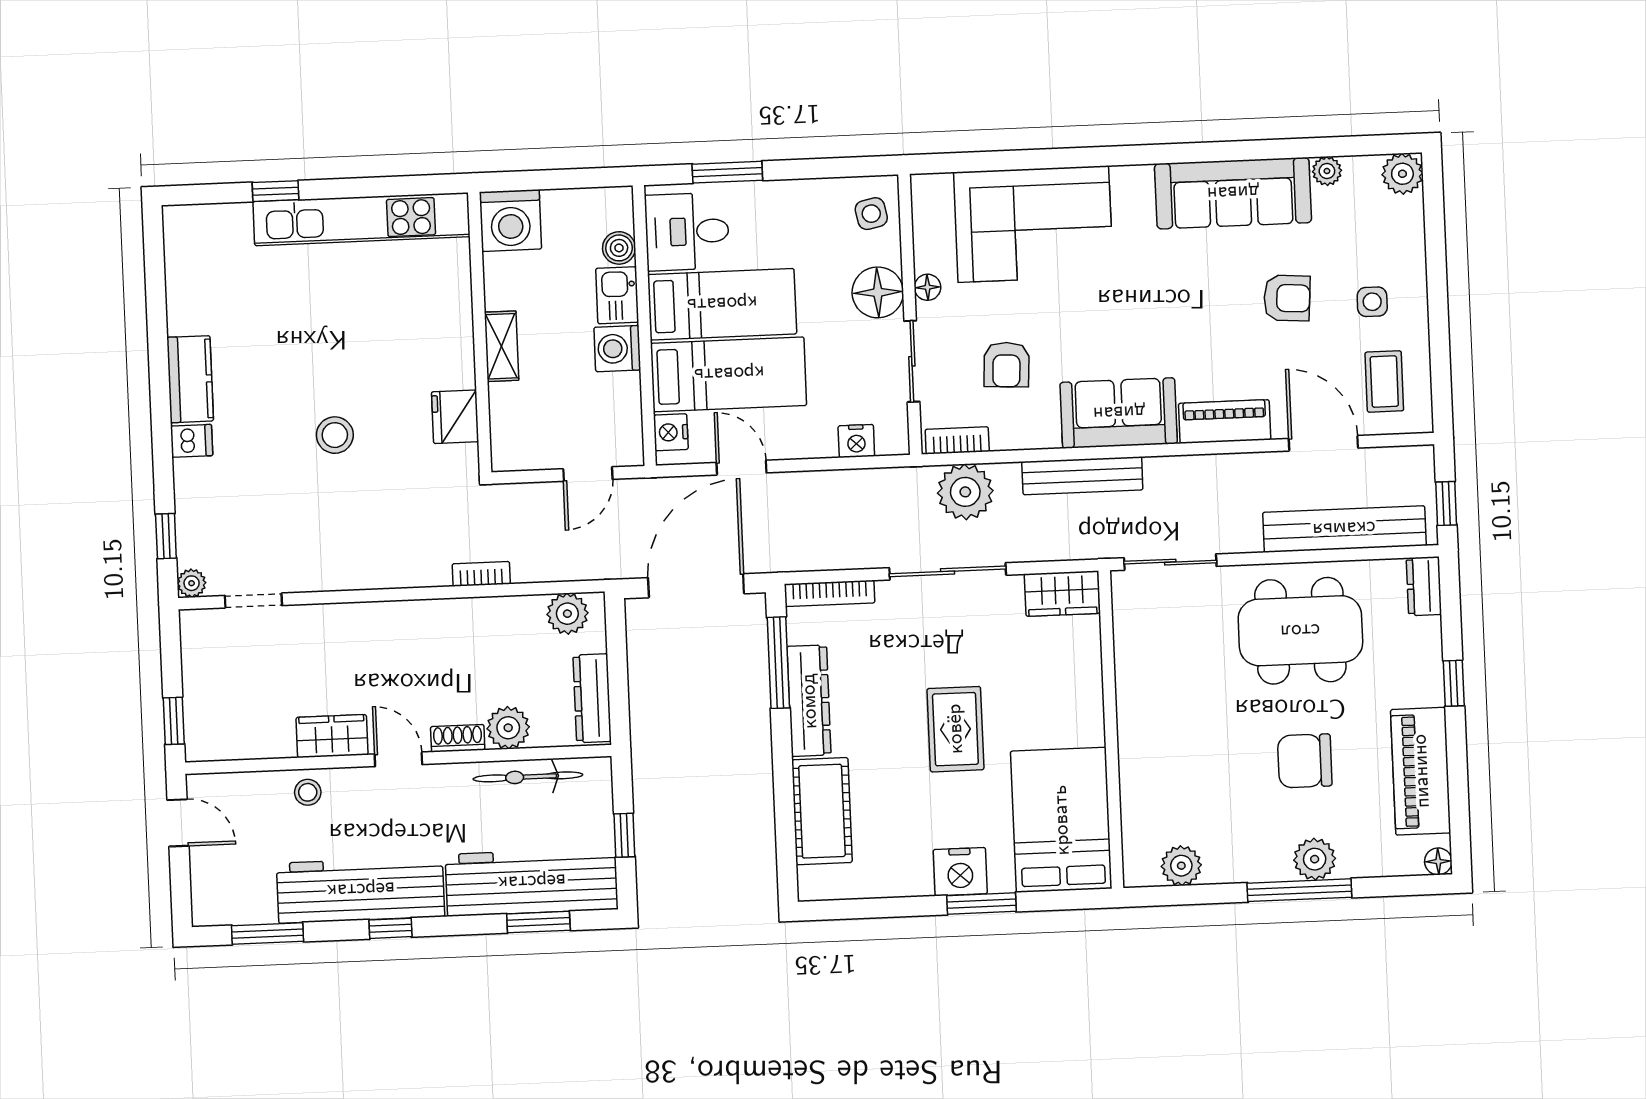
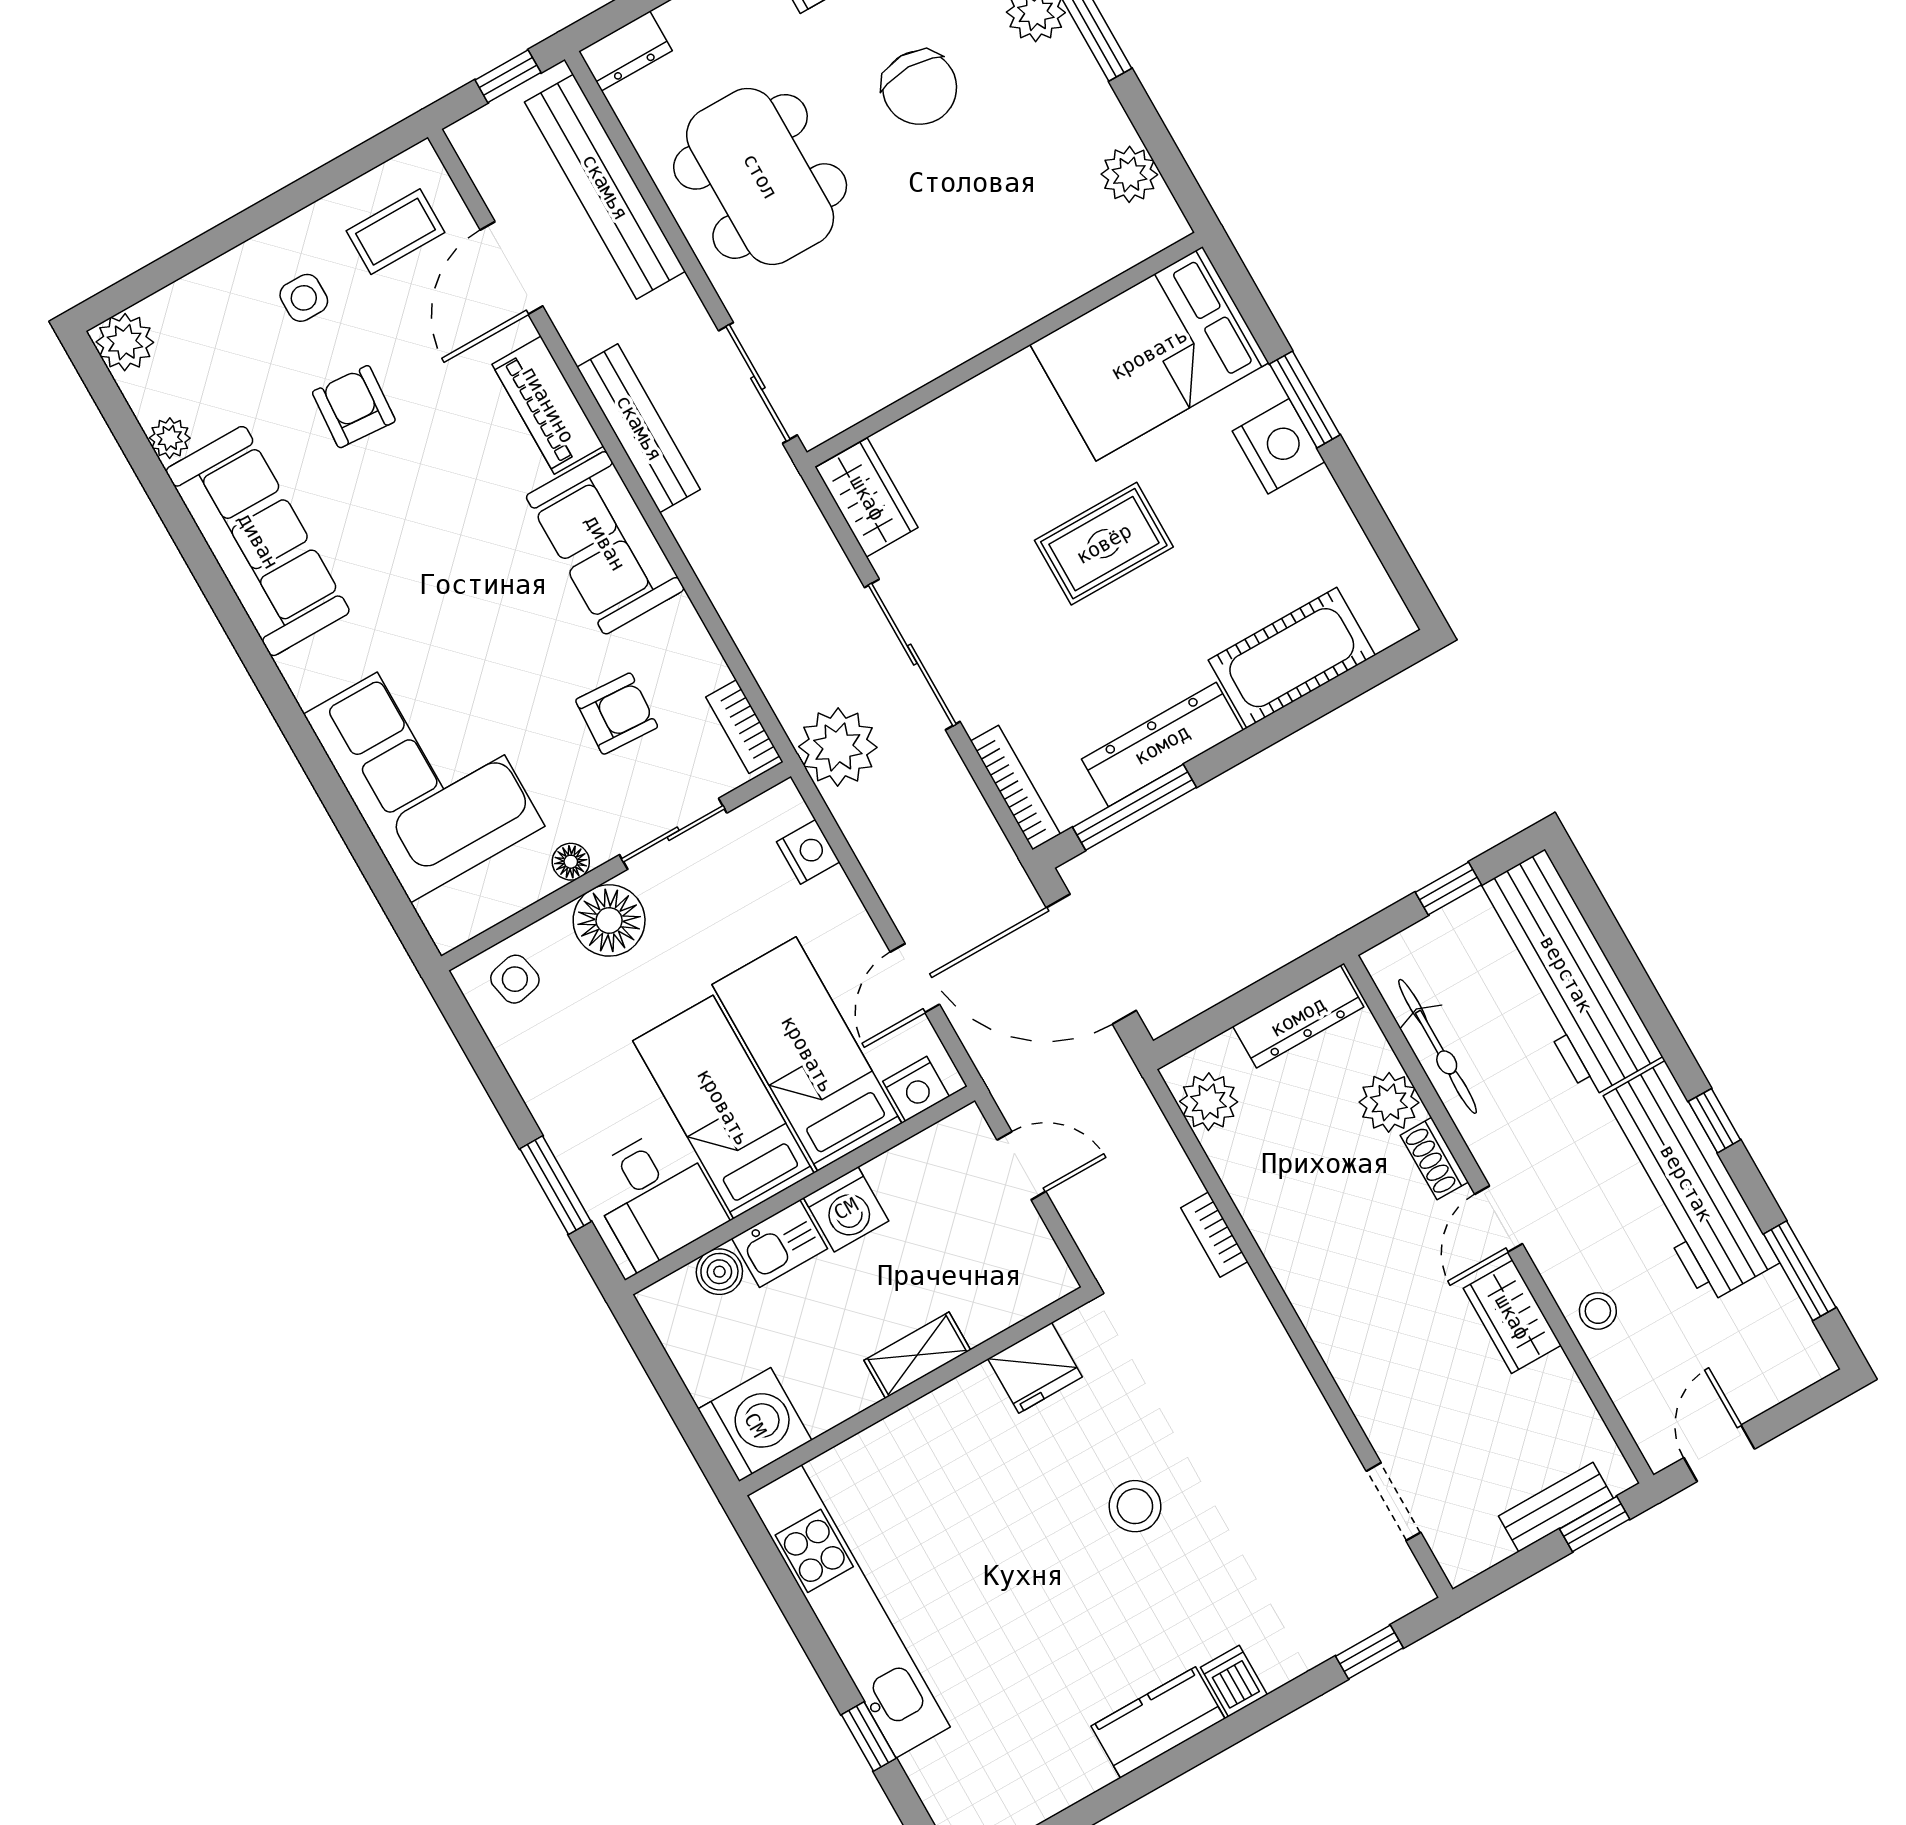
bench: (1082, 476) -> (639, 428), moved
plant: (965, 492) -> (838, 747), moved
plant: (192, 583) -> (1412, 1590), removed
bench: (197, 702) -> (1556, 1507), added
window: (538, 922) -> (1612, 940), removed

